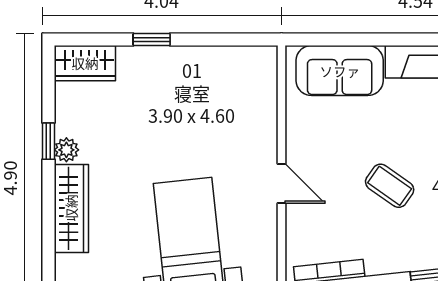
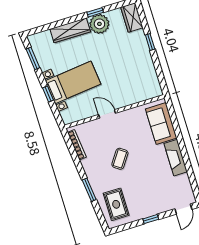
plant: (66, 150) -> (99, 24), width x1.87, depth x1.87
door: (282, 184) -> (107, 114), swing flipped

